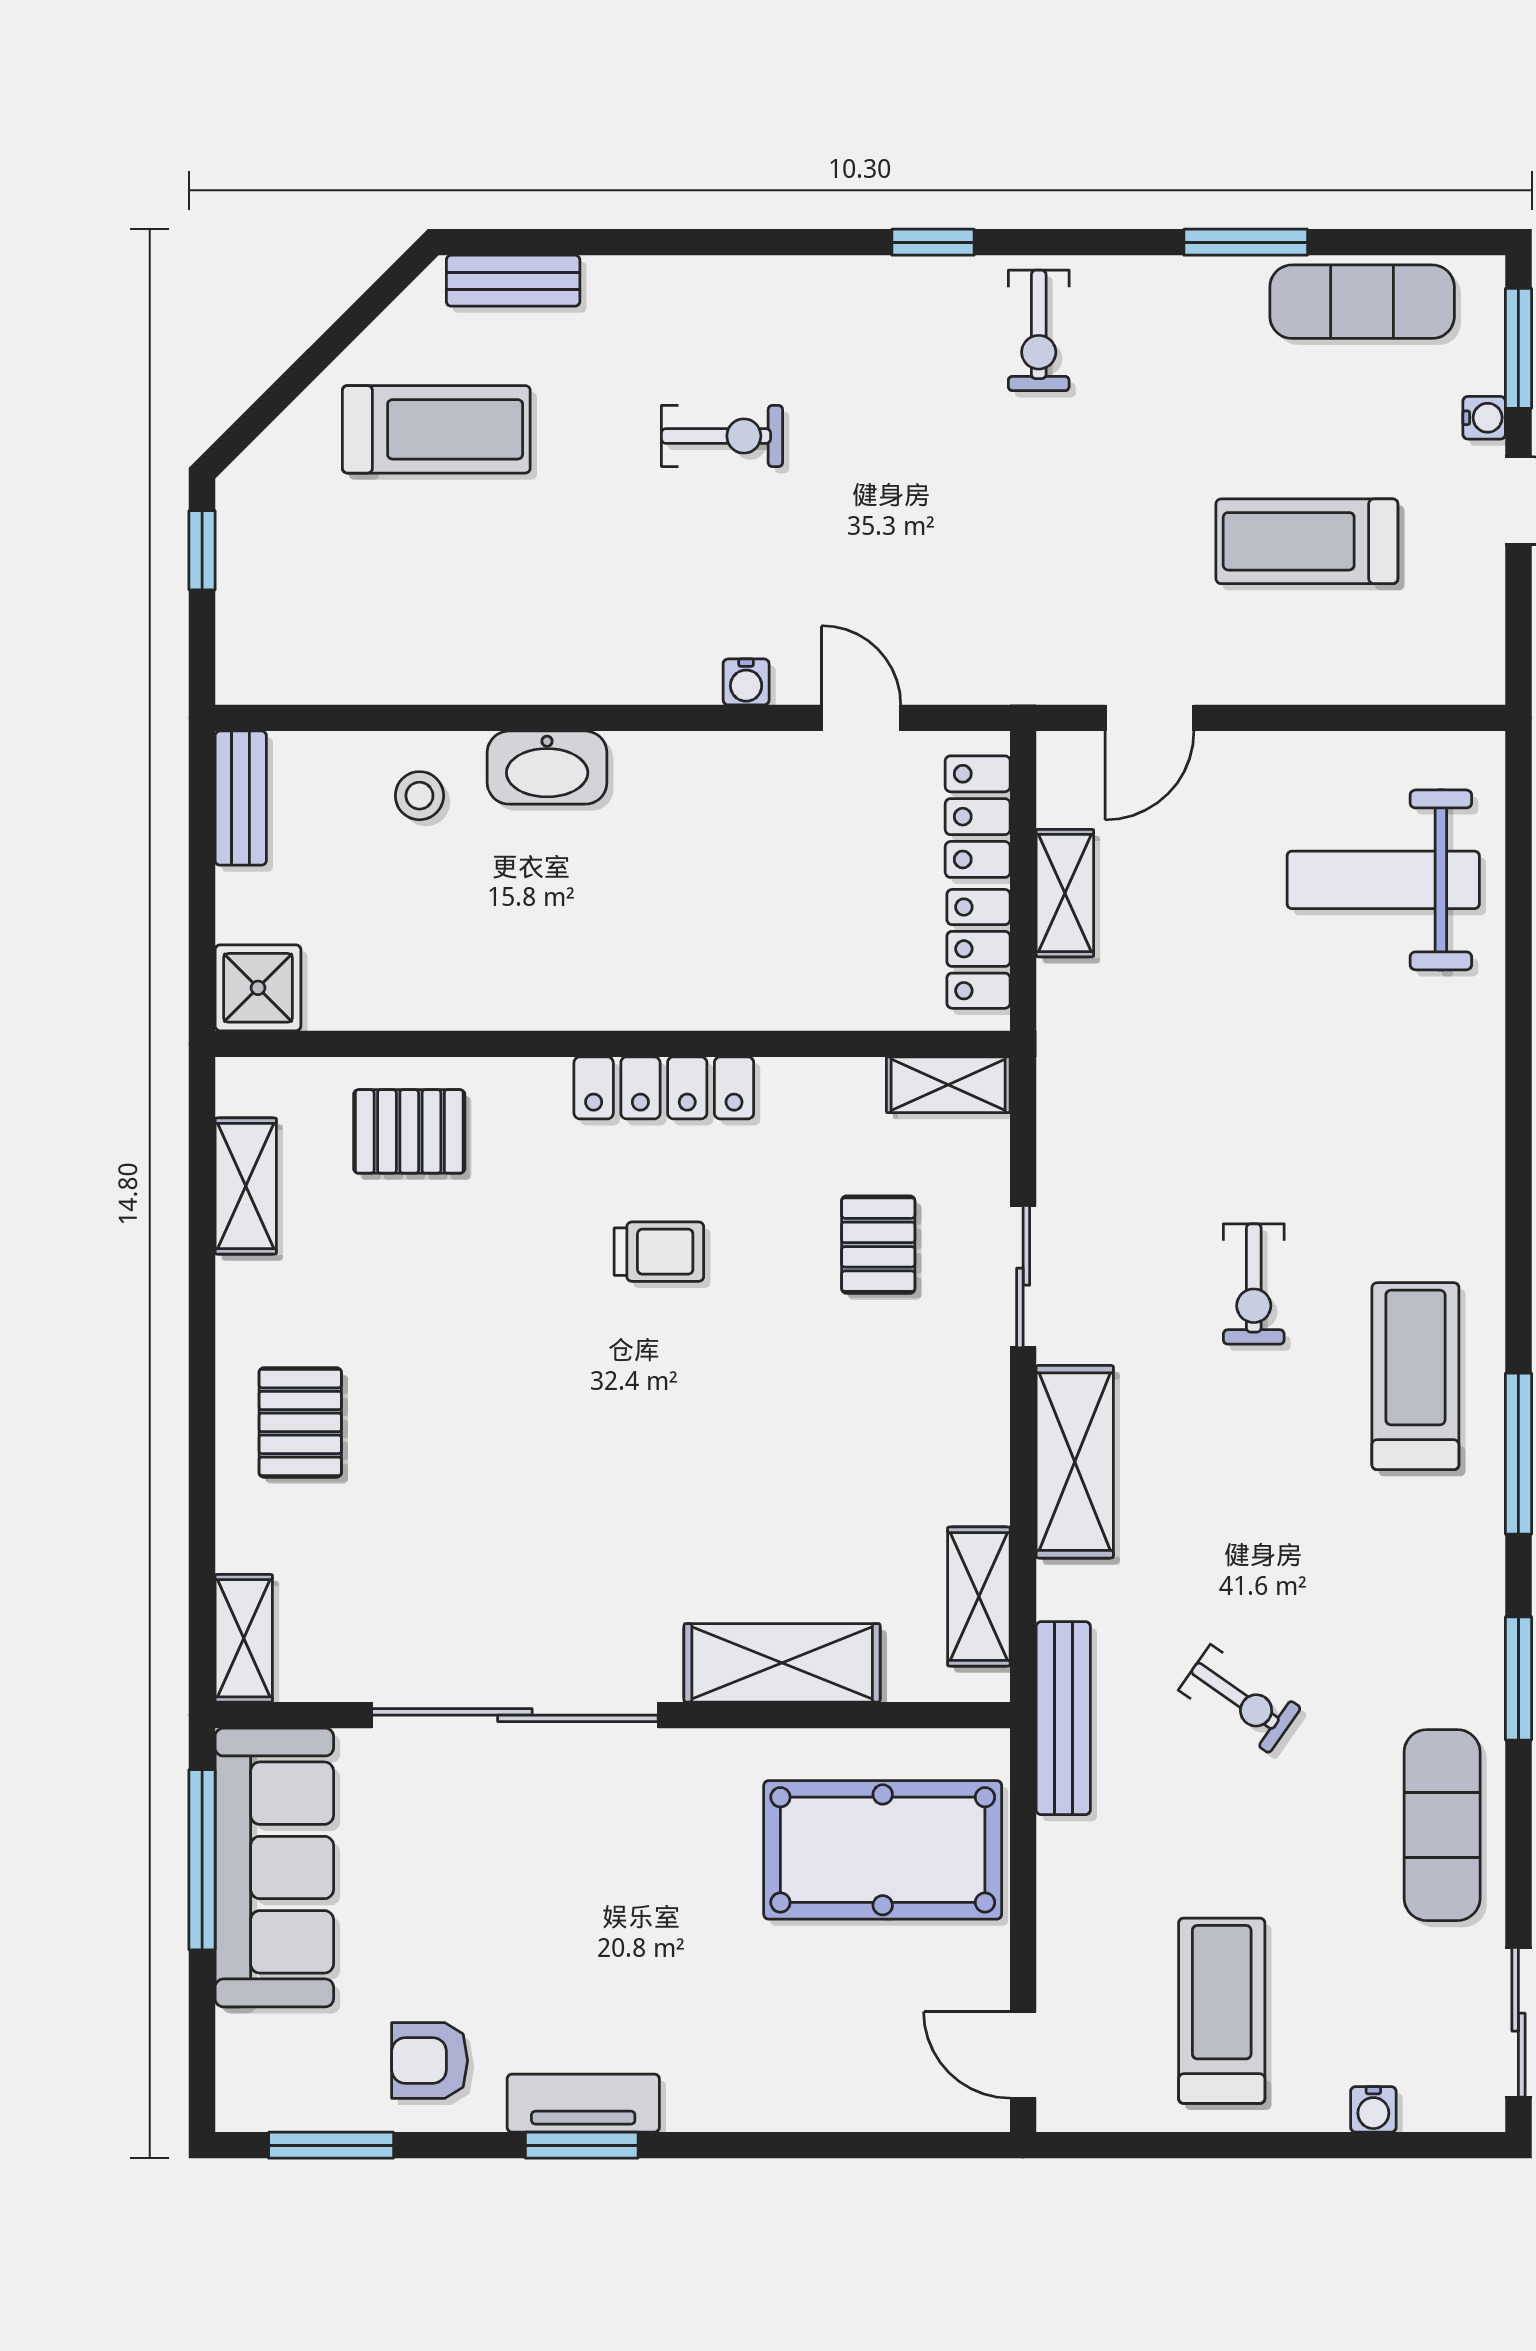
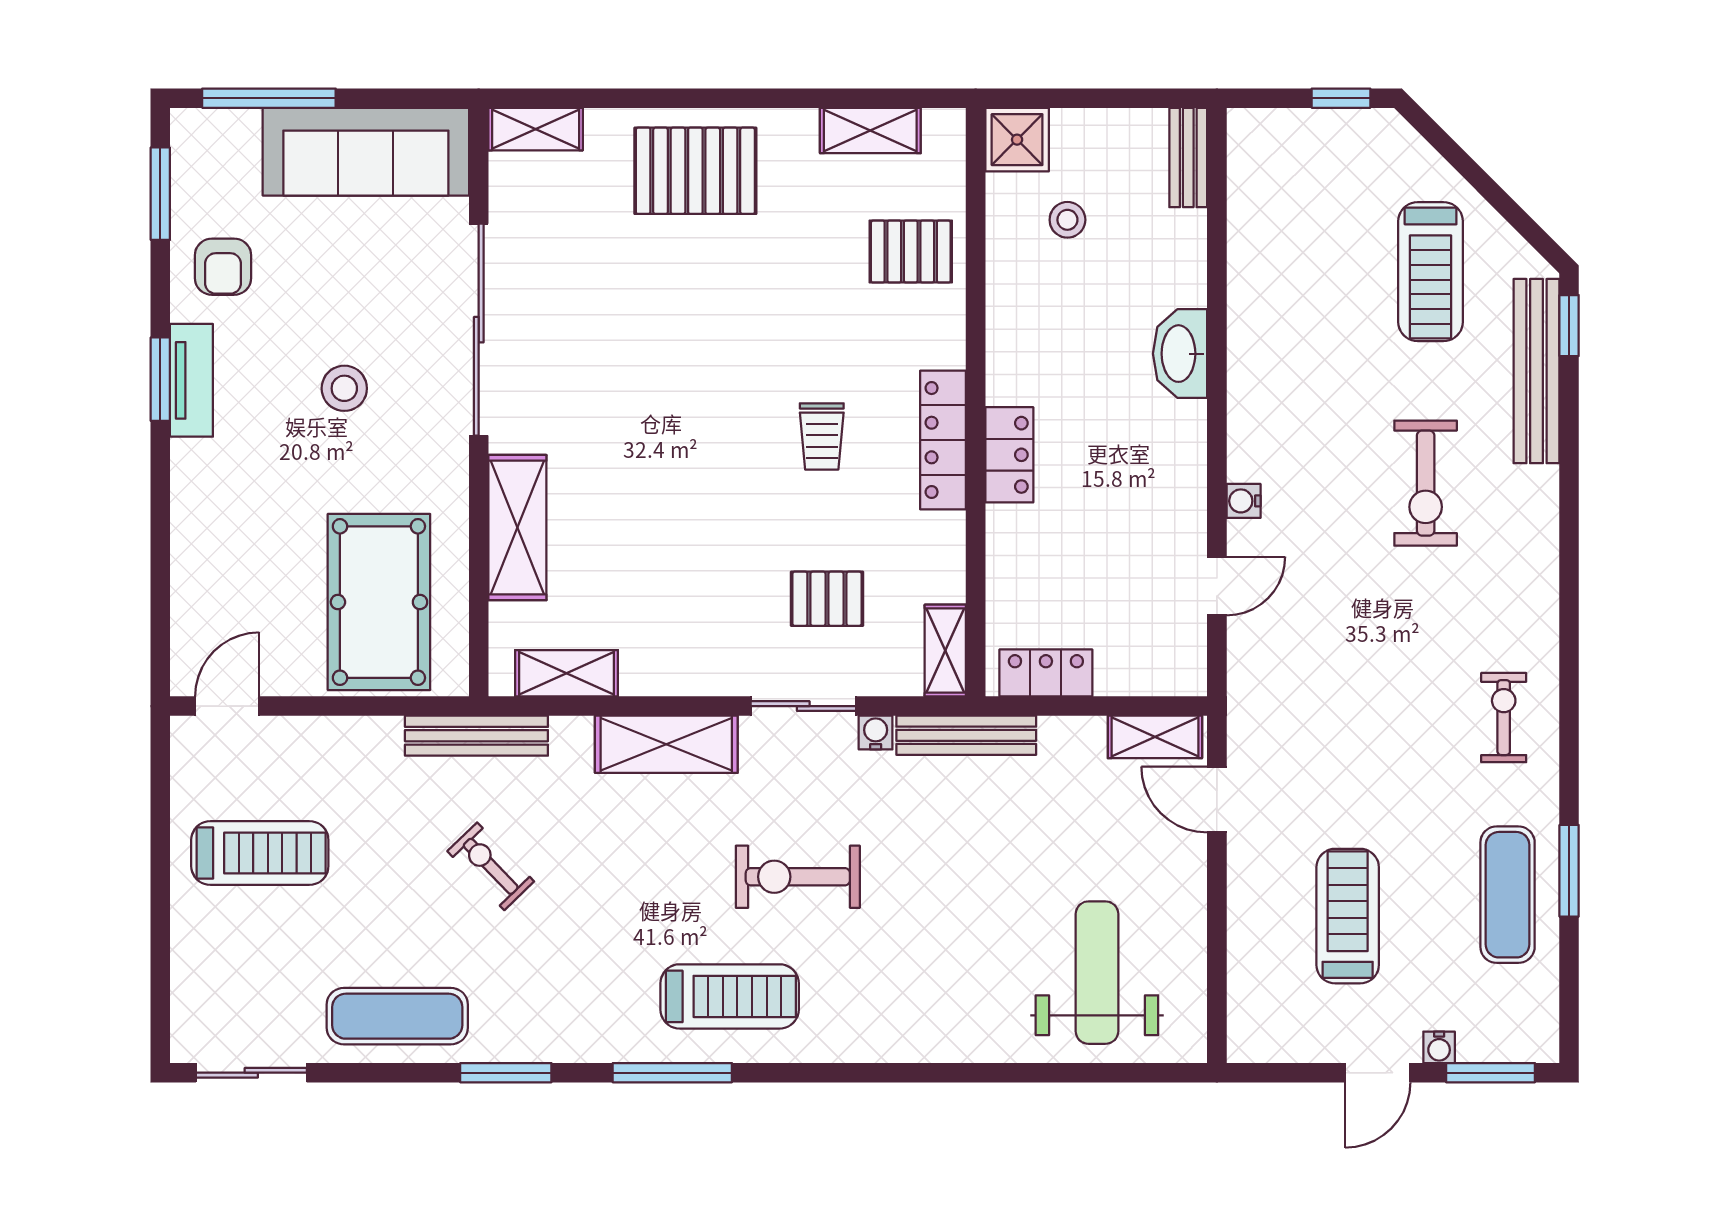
window: (933, 242) -> (1569, 326), moved
bench: (513, 281) -> (1536, 371), width x1.86, depth x1.21
exercise mat: (1362, 302) -> (1508, 895), moved
exercise bike: (1039, 330) -> (1504, 718), turned 90
exercise bike: (722, 436) -> (1426, 483), width x1.38, depth x1.39
stool: (419, 796) -> (1067, 220), moved
bench: (241, 798) -> (1188, 158), moved, turned 90
locker: (978, 817) -> (1009, 455), moved, turned 90
shelving: (1065, 893) -> (1155, 737), moved
bench: (1063, 1056) -> (966, 735), added
pallet: (409, 1131) -> (911, 252), turned 90
exercise bike: (1254, 1284) -> (798, 877), width x1.38, depth x1.39
pallet: (300, 1422) -> (695, 171), width x1.50, depth x1.42
exercise bike: (1240, 1699) -> (491, 866), turned 101
window: (202, 1860) -> (269, 98), moved
stool: (594, 1897) -> (344, 388), added
armchair: (430, 2061) -> (223, 267), turned 180
water cooler: (1373, 2109) -> (876, 733), moved, turned 90

